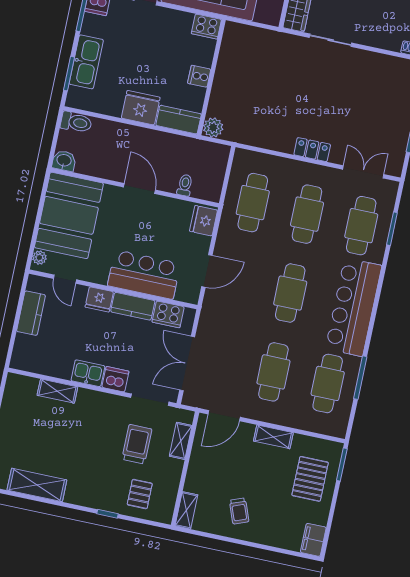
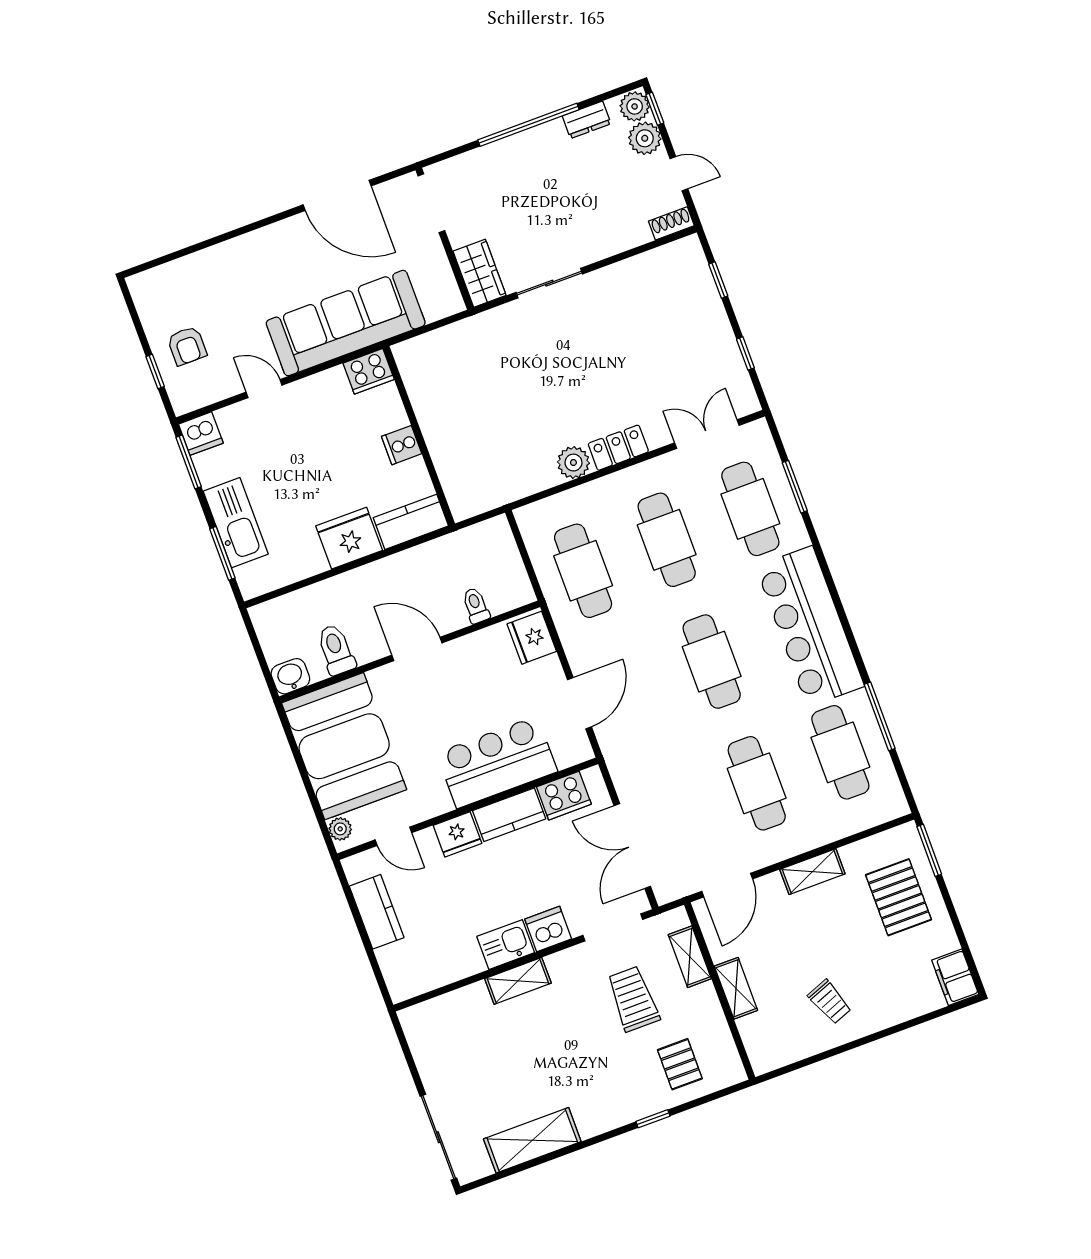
toilet: (76, 122) -> (336, 650), moved, turned -90
plant: (213, 127) -> (573, 463), moved
shelving: (57, 391) -> (518, 981), moved
shelving: (186, 510) -> (736, 988), moved

